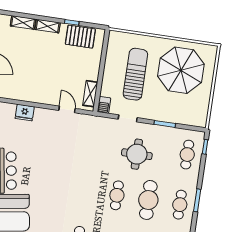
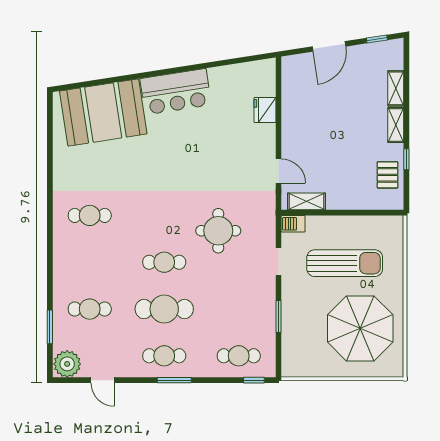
pallet: (80, 37) -> (387, 175), width x0.67, depth x0.71
door: (67, 109) -> (279, 171), hinge flipped
round table: (137, 154) -> (218, 231), moved

